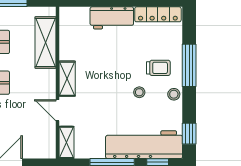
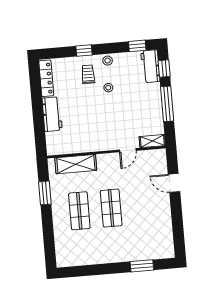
window: (189, 65) -> (84, 50), width x0.46
shelving: (67, 79) -> (103, 145), removed
workbench: (144, 145) -> (150, 66), width x0.53, depth x0.76

